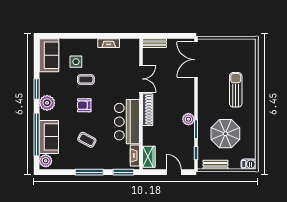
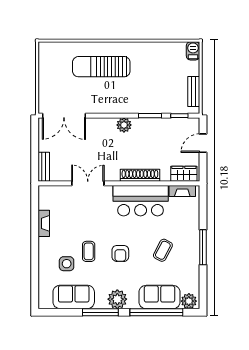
sofa: (49, 55) -> (74, 297), moved
window: (37, 89) -> (100, 312), width x1.44
sun lounger: (236, 90) -> (101, 67), width x1.36, depth x1.34
shoe rack: (148, 110) -> (140, 175), moved
plant: (188, 119) -> (124, 125), moved
parasol: (225, 134) -> (155, 79), removed
window: (123, 172) -> (203, 205), removed

